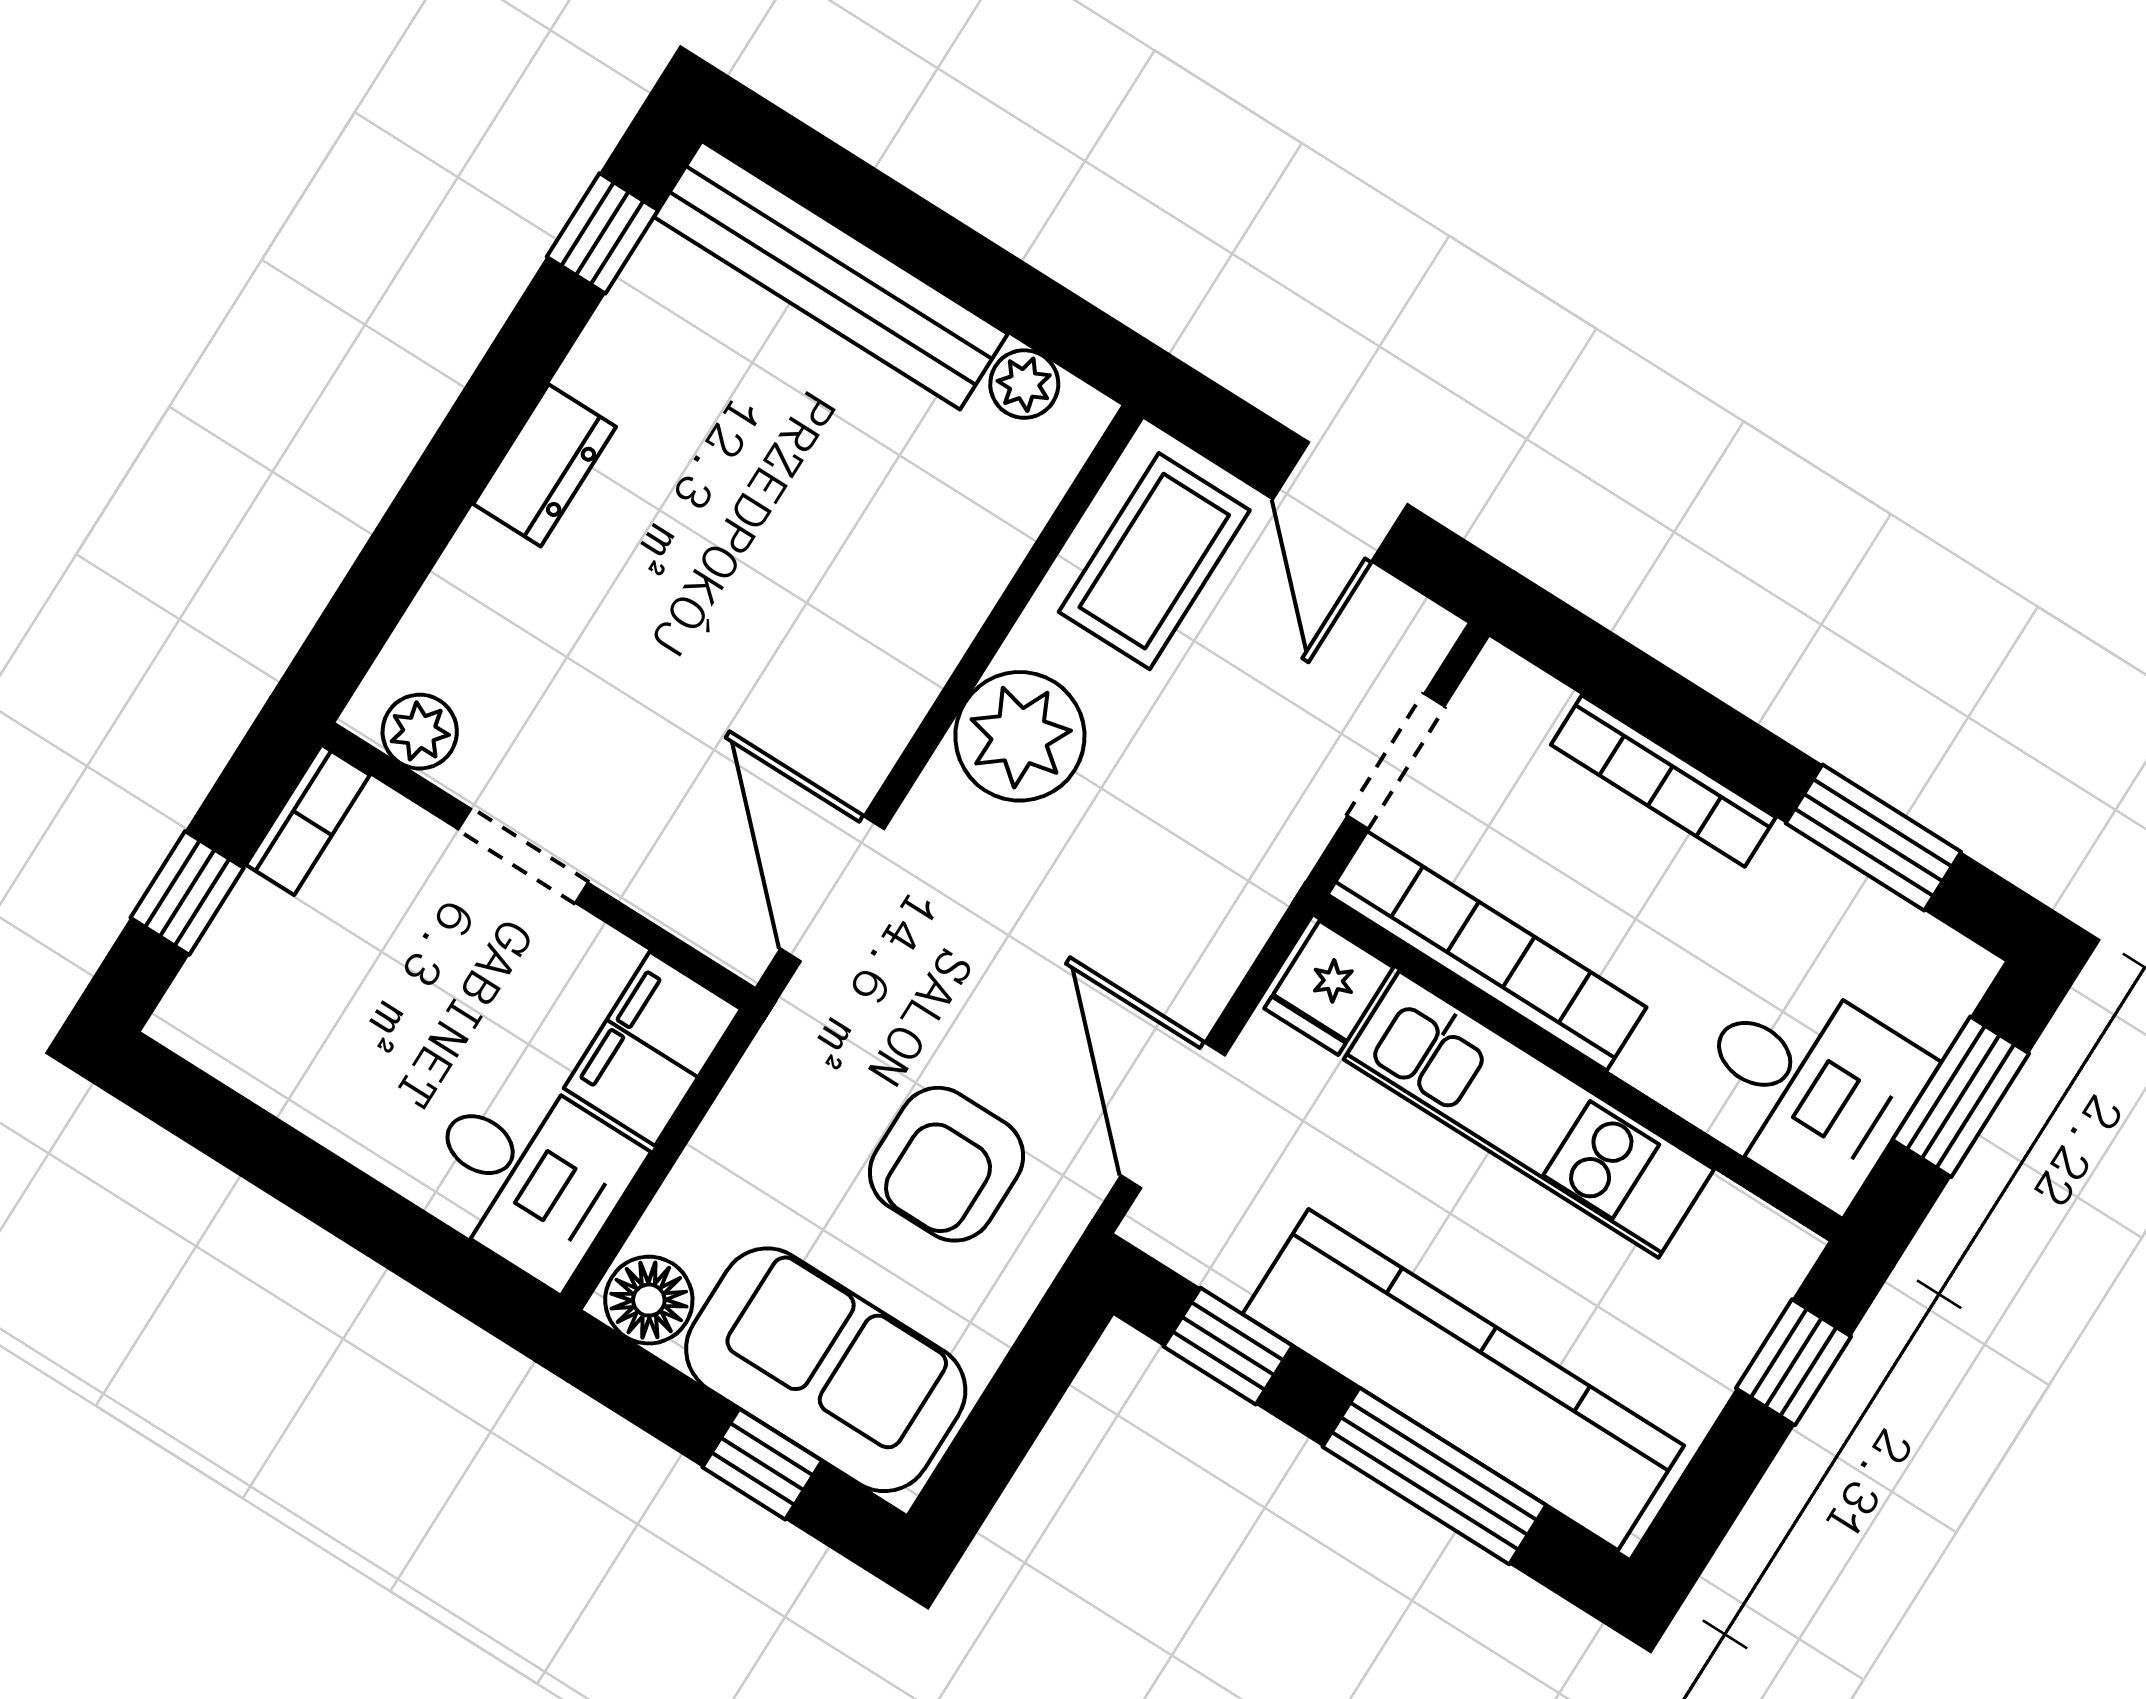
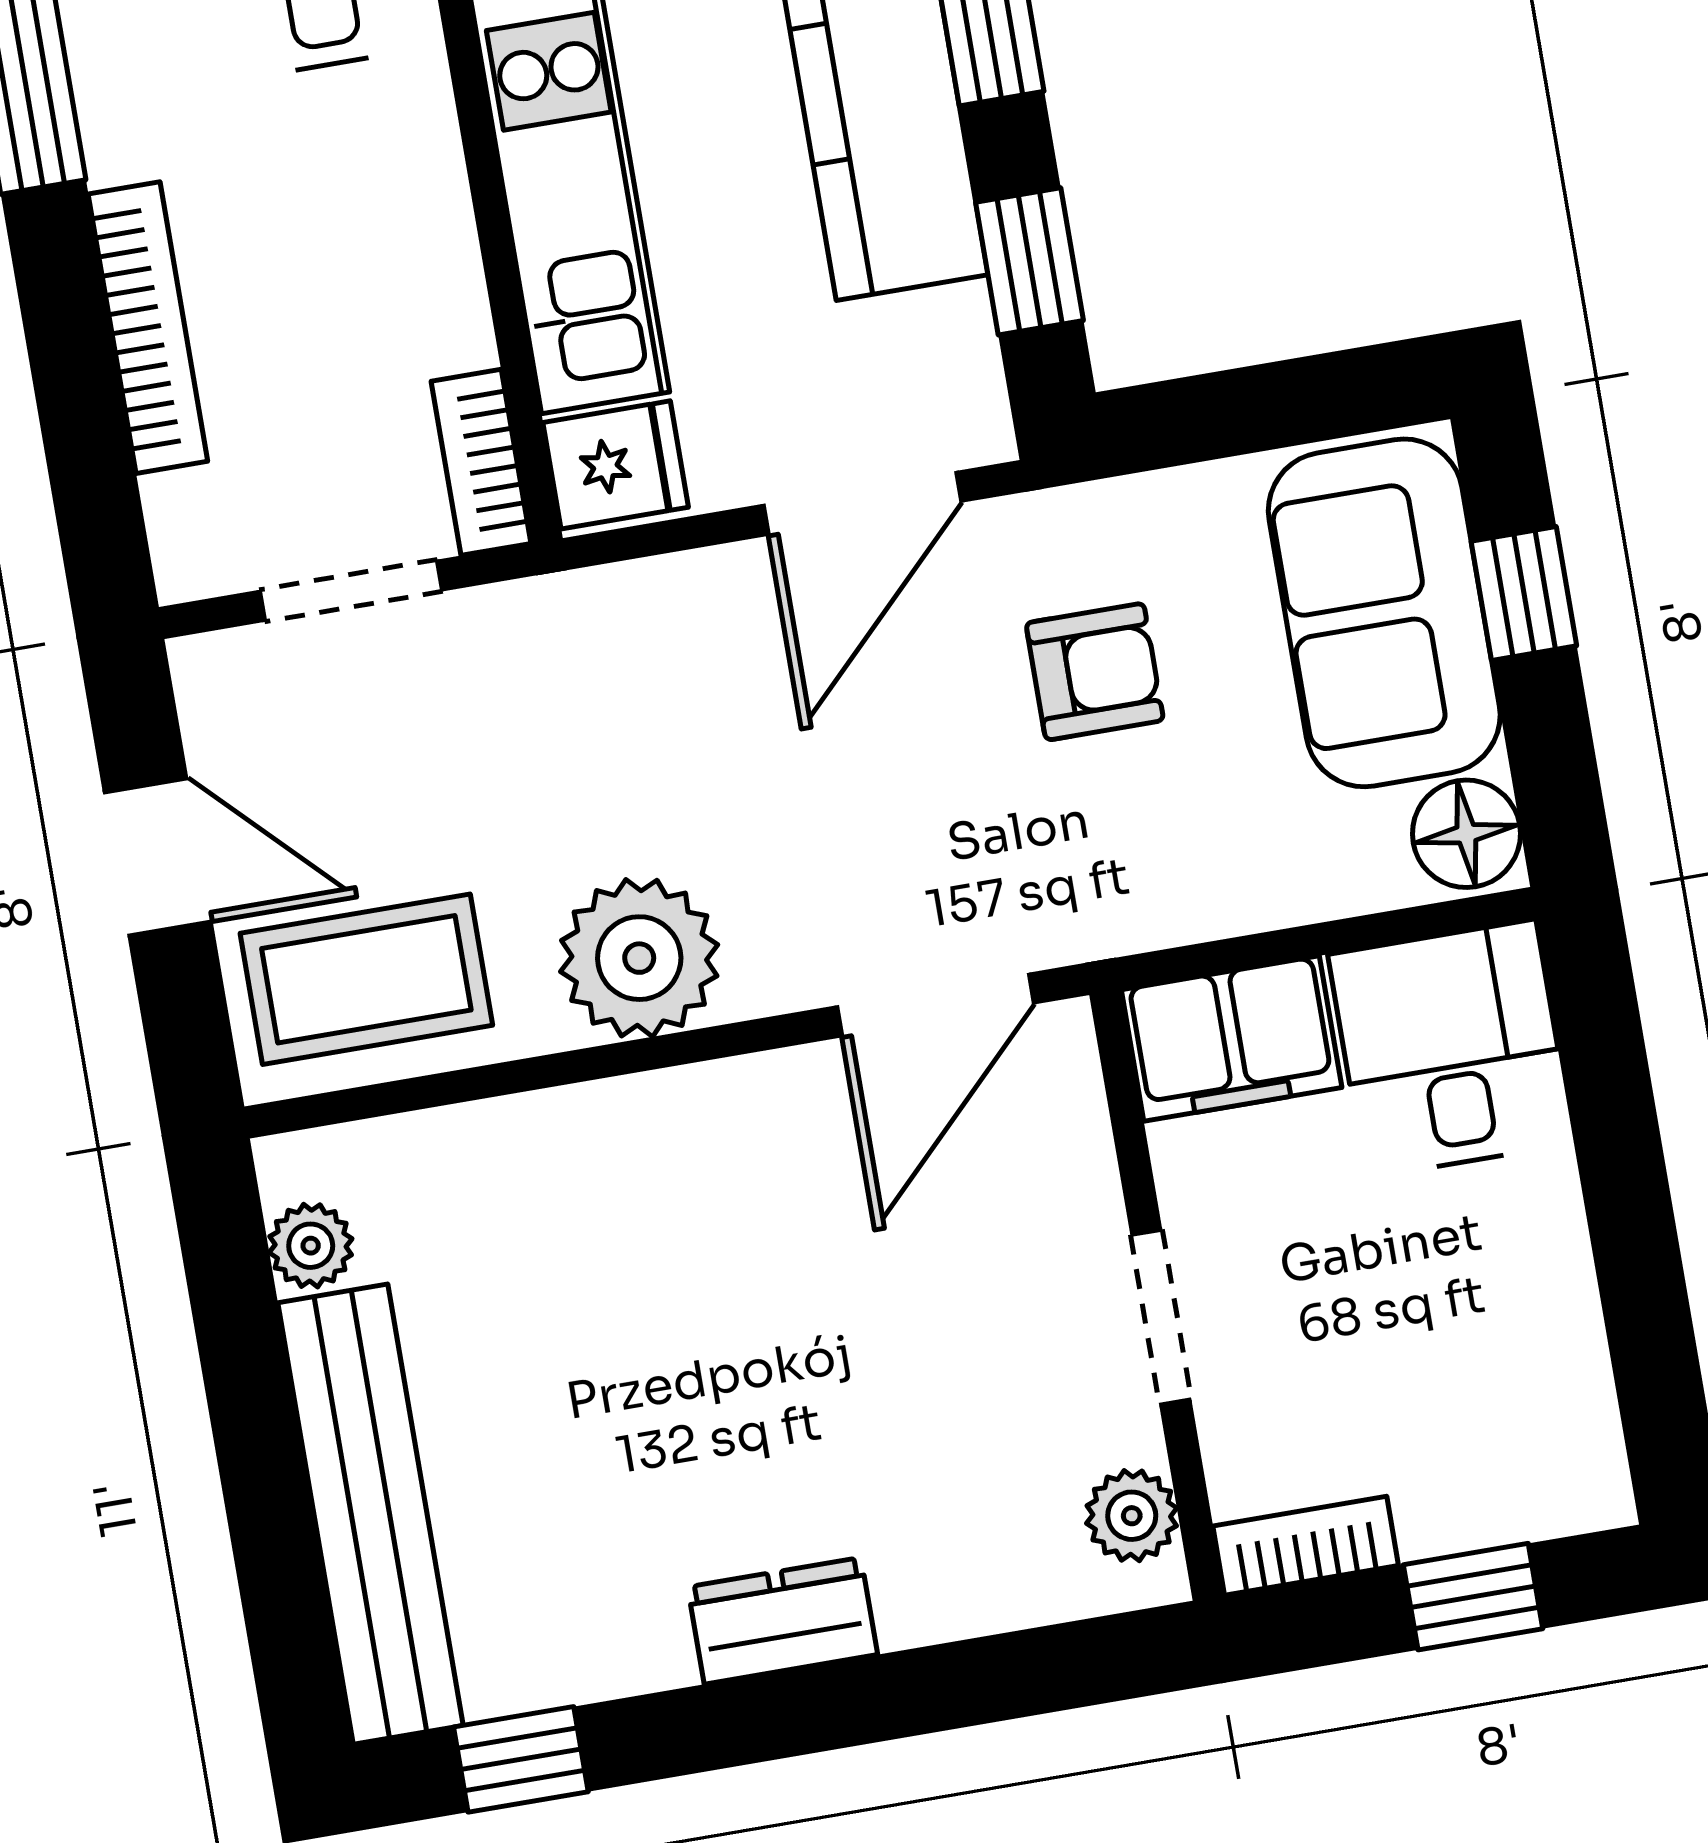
door: (1340, 502) -> (158, 857), hinge flipped
bookcase: (1487, 951) -> (481, 462), width x0.43, depth x0.76
armchair: (946, 1164) -> (1095, 672), width x0.72, depth x0.72

